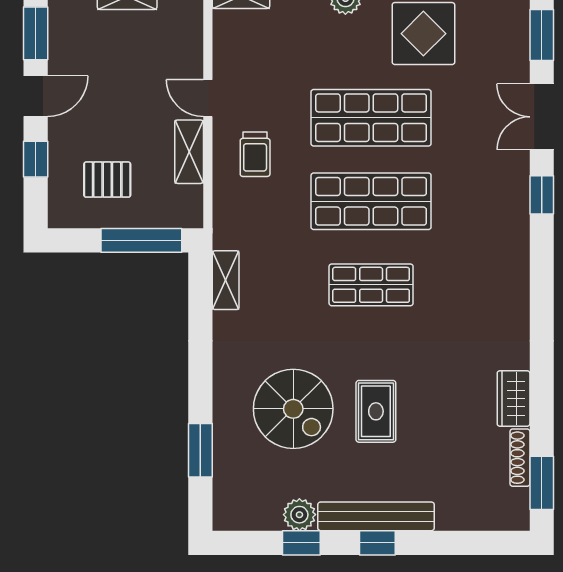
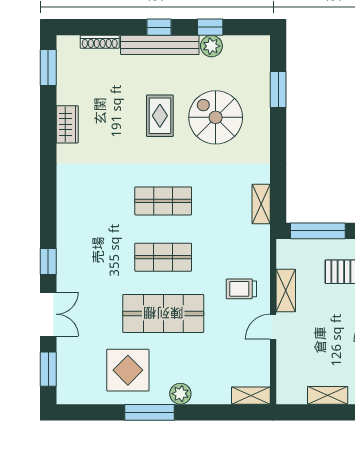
door: (208, 98) -> (273, 327), swing flipped
trolley: (255, 154) -> (241, 289), turned -90
shop shelf: (371, 201) -> (163, 257), width x0.70, depth x0.74
shoe rack: (520, 458) -> (100, 42), moved, turned 90

